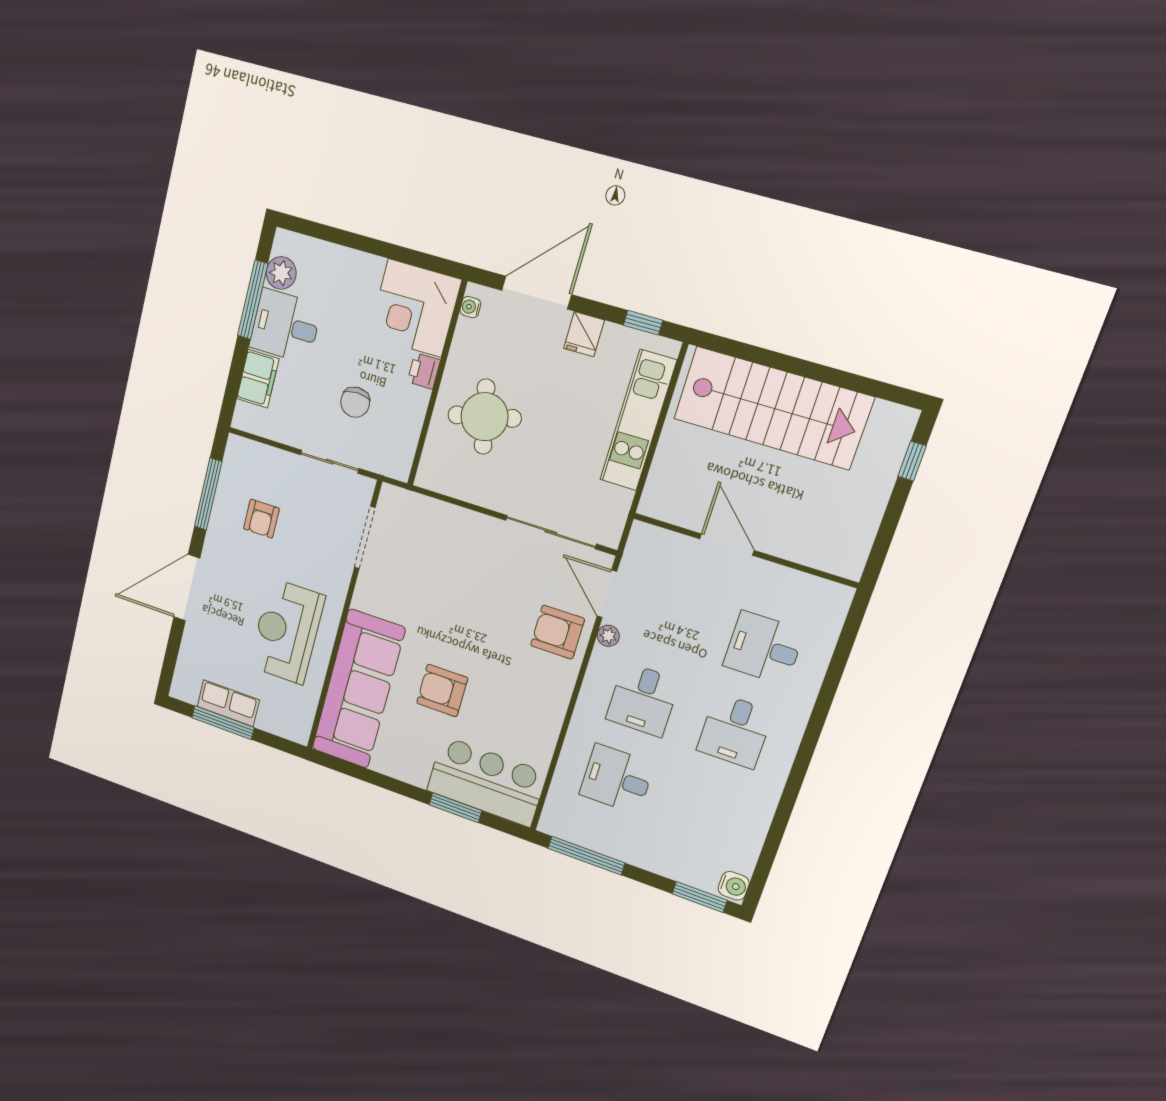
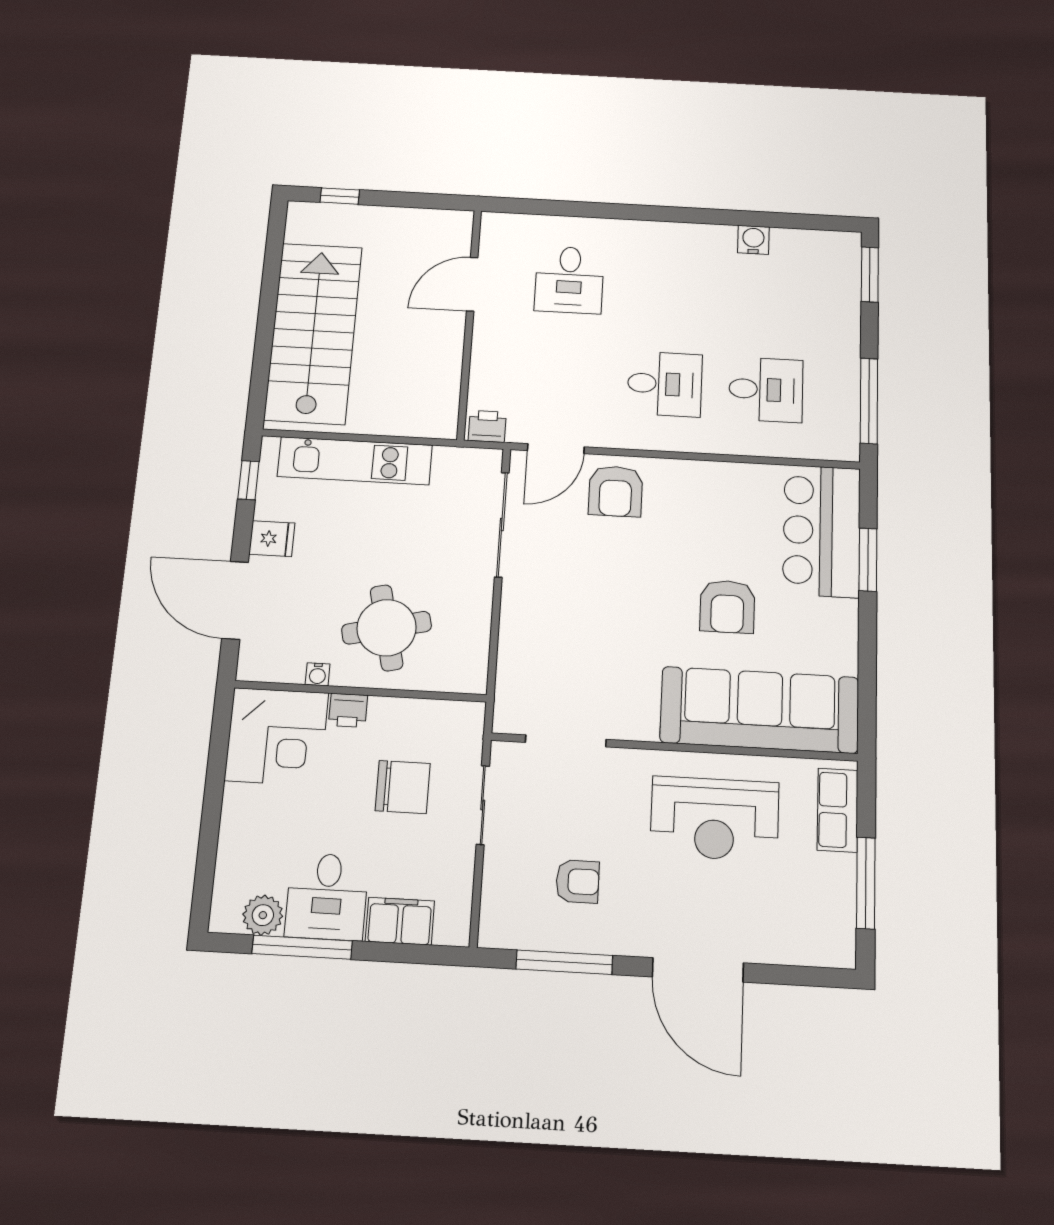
water cooler: (470, 307) -> (318, 674), moved
chair: (355, 402) -> (403, 787), width x1.37, depth x1.37
printer: (642, 542) -> (487, 426), added
door: (727, 545) -> (472, 284), moved
plant: (608, 636) -> (603, 436), removed
row of seats: (228, 703) -> (838, 810), moved
desk: (735, 731) -> (669, 285), removed
desk: (617, 779) -> (766, 390), turned -90
water cooler: (734, 886) -> (753, 240), moved

